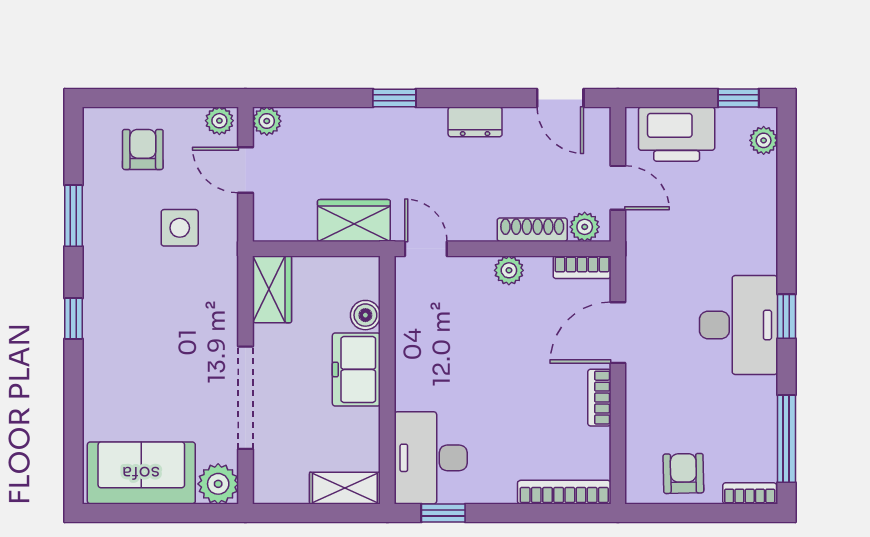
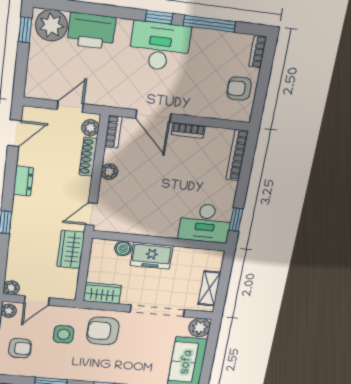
printer: (677, 134) -> (91, 31), moved, turned 90
plant: (764, 140) -> (51, 25), width x1.87, depth x1.87
armchair: (143, 149) -> (20, 348), turned 180
armchair: (194, 301) -> (103, 331), added
window: (786, 439) -> (210, 24), moved
shelving: (345, 488) -> (209, 288), moved

